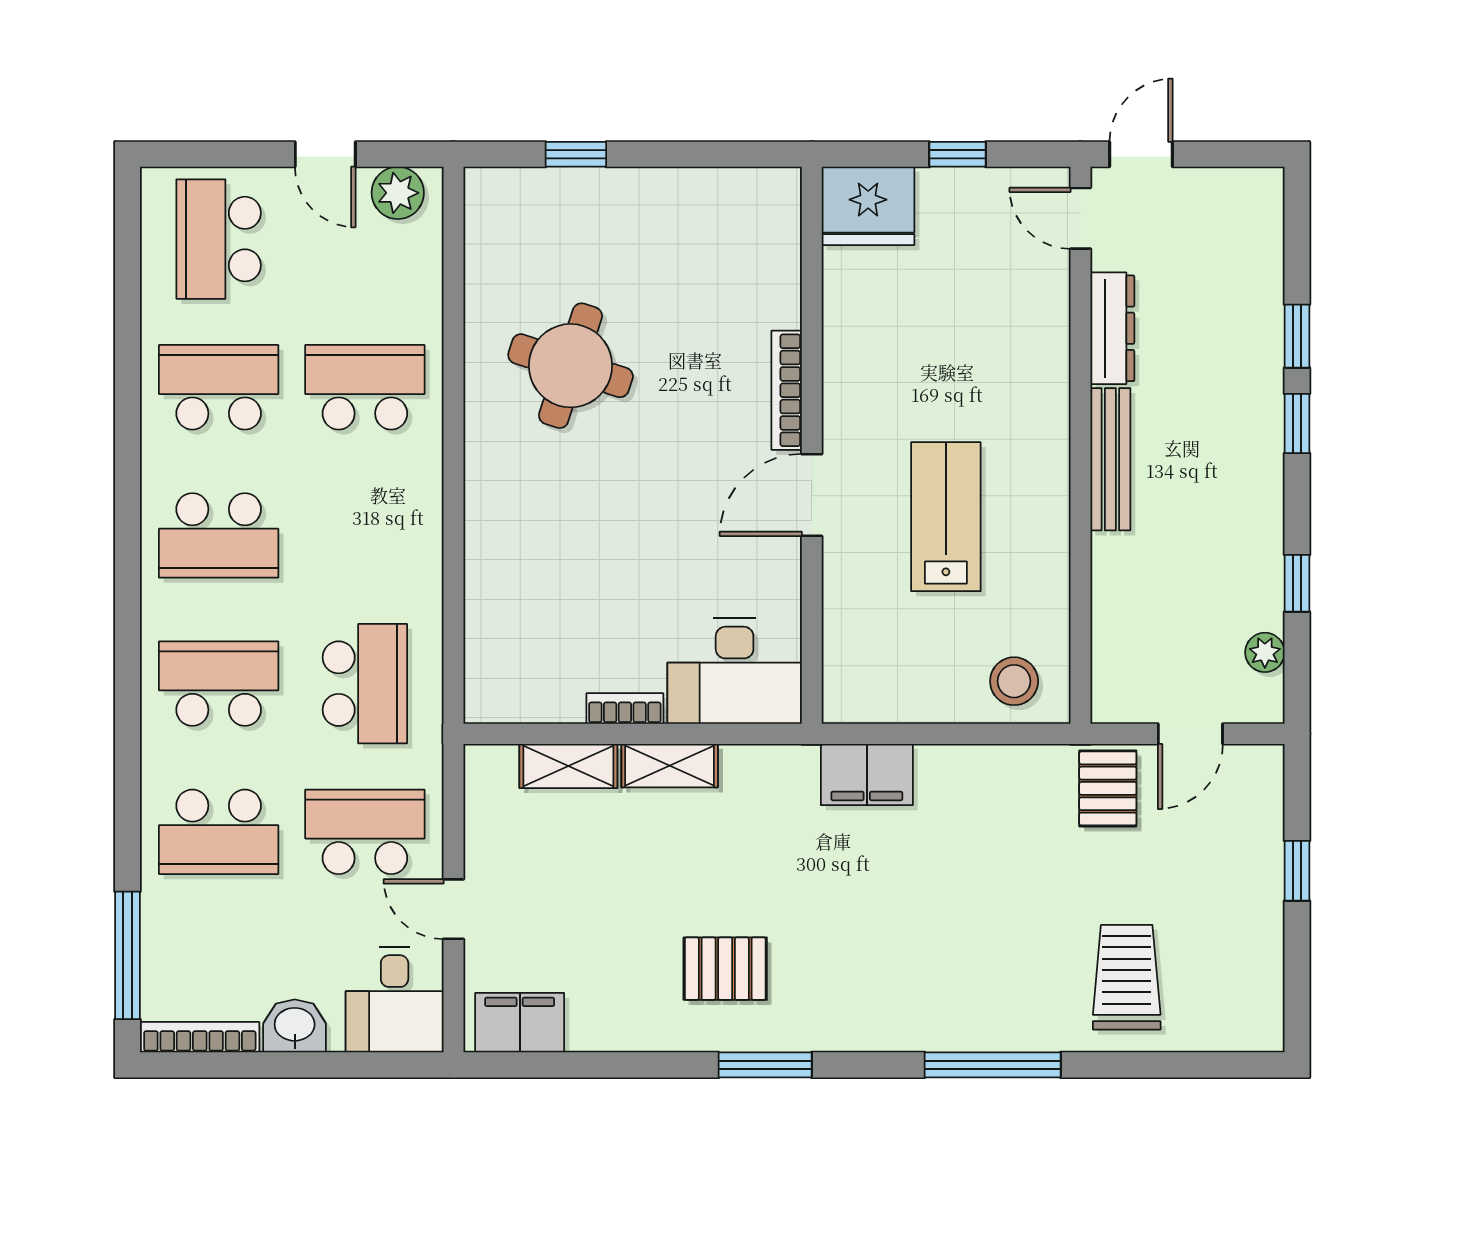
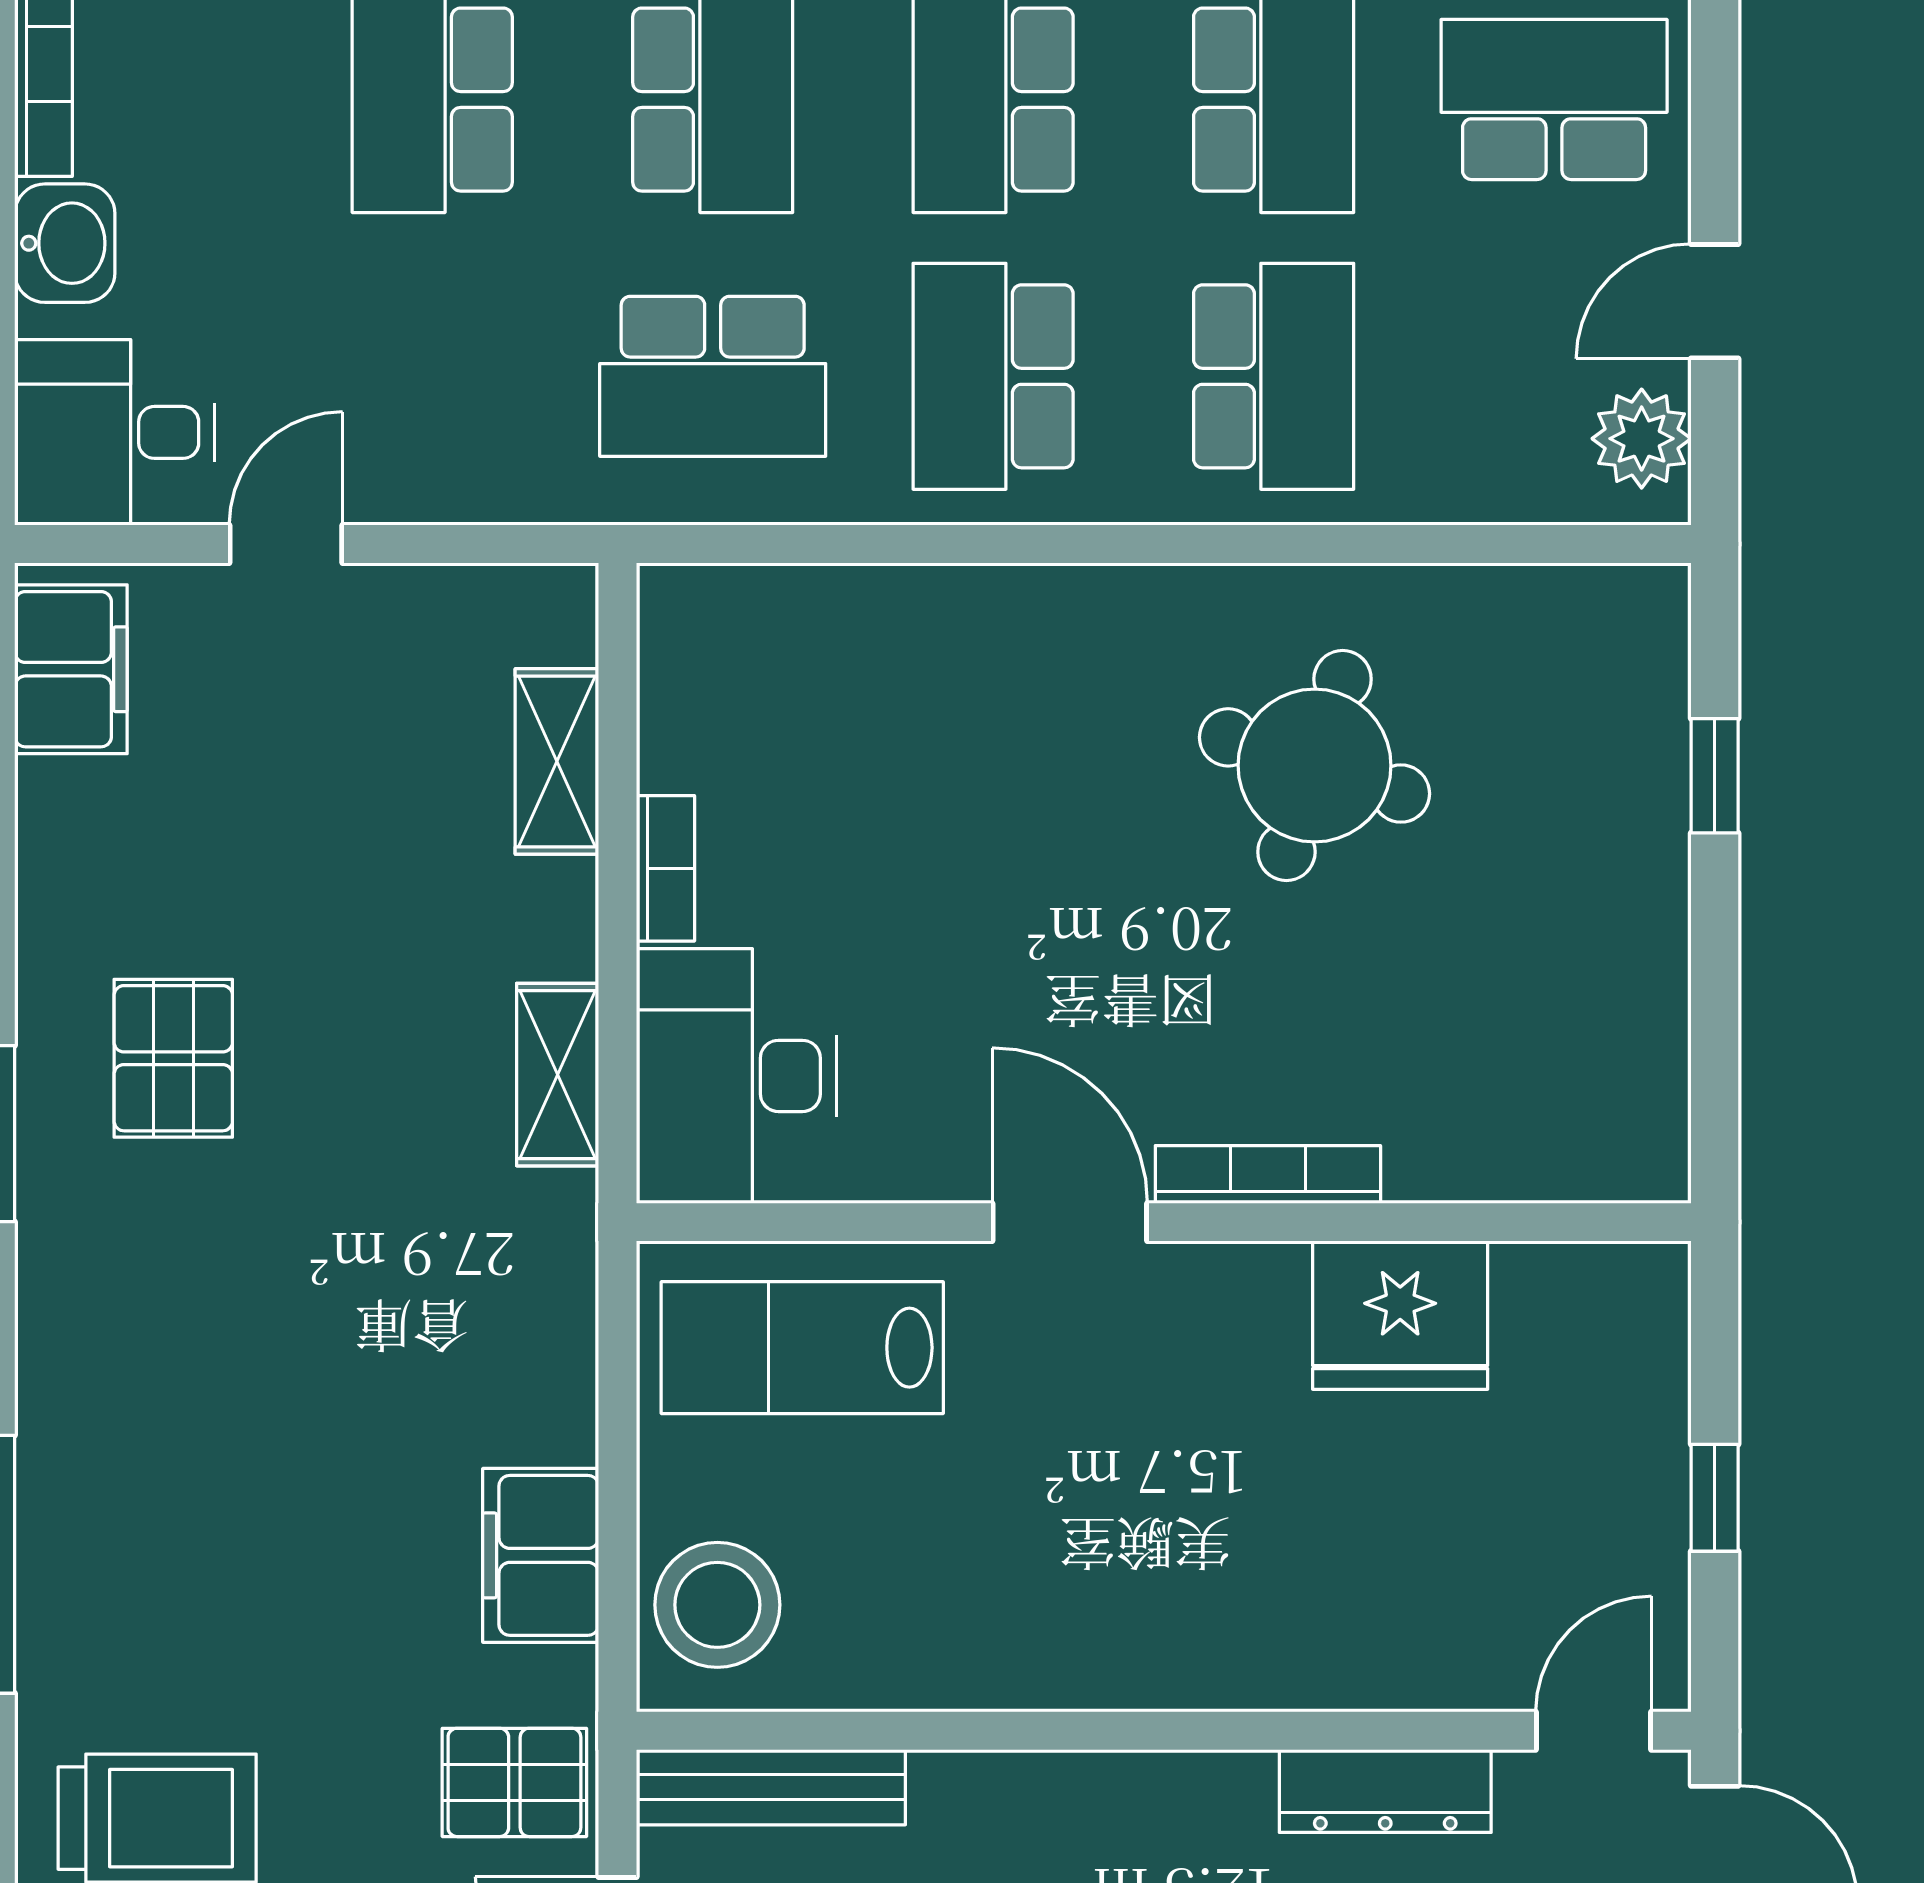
fridge: (868, 206) -> (1400, 1315), moved, turned -90
bench: (1110, 459) -> (771, 1787), moved
lab bench: (946, 517) -> (802, 1348), moved, turned 180
stool: (1014, 681) -> (717, 1605), width x1.38, depth x1.38
shelving: (670, 766) -> (558, 1075), moved
filing cabinet: (867, 775) -> (541, 1555), moved
school desk: (365, 832) -> (993, 376), moved, turned 180

